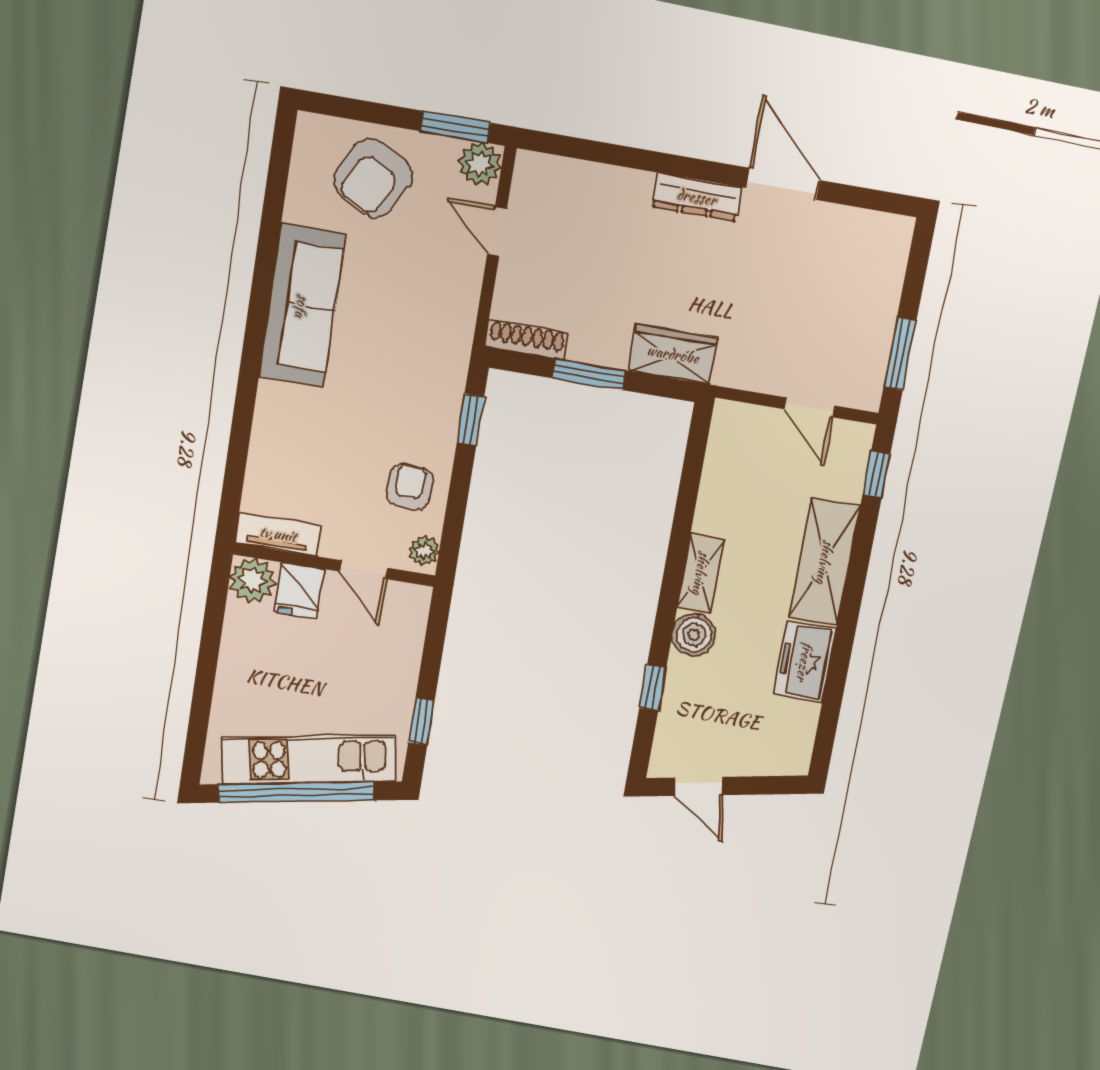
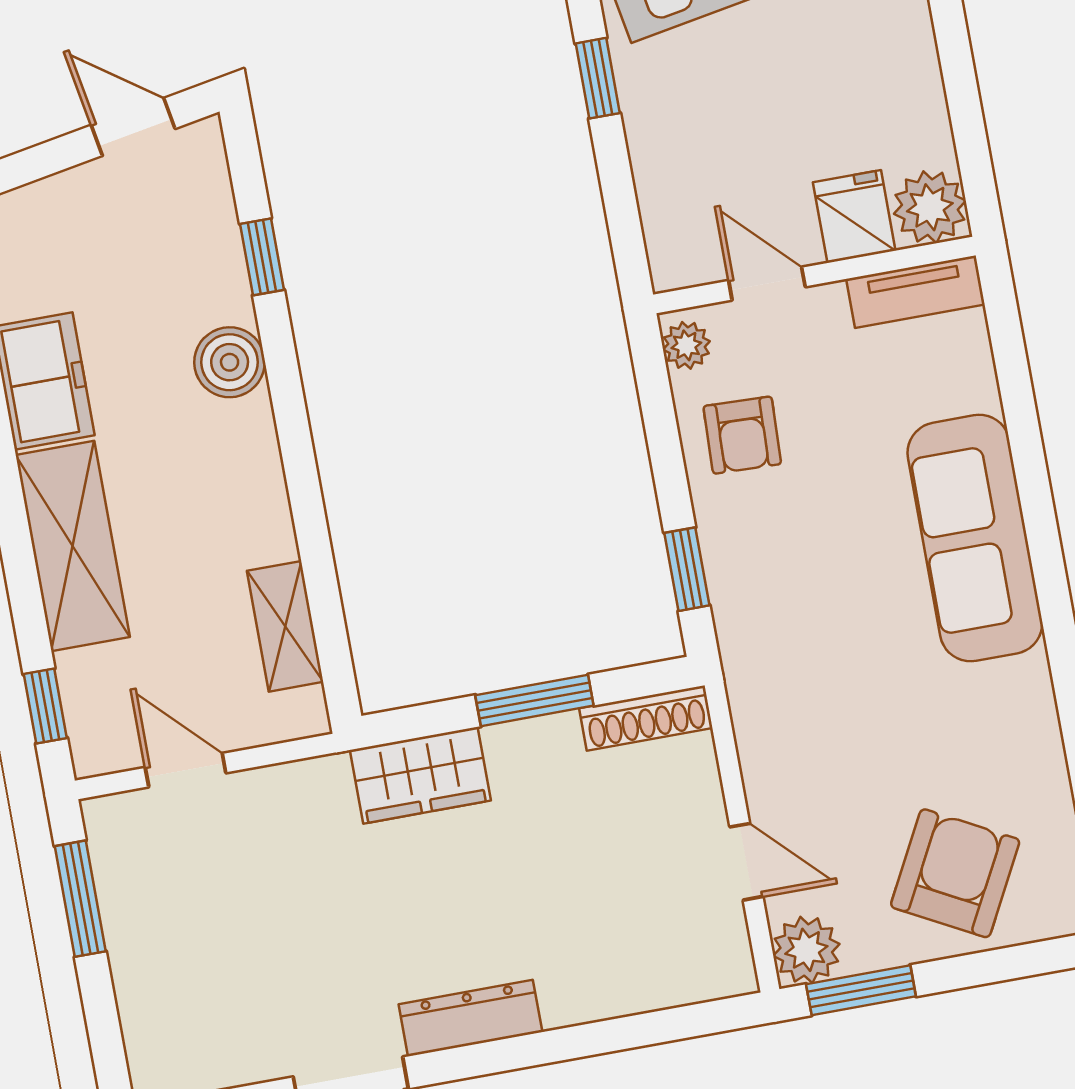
sofa: (302, 306) -> (975, 538), moved
shelving: (701, 573) -> (285, 626), moved

